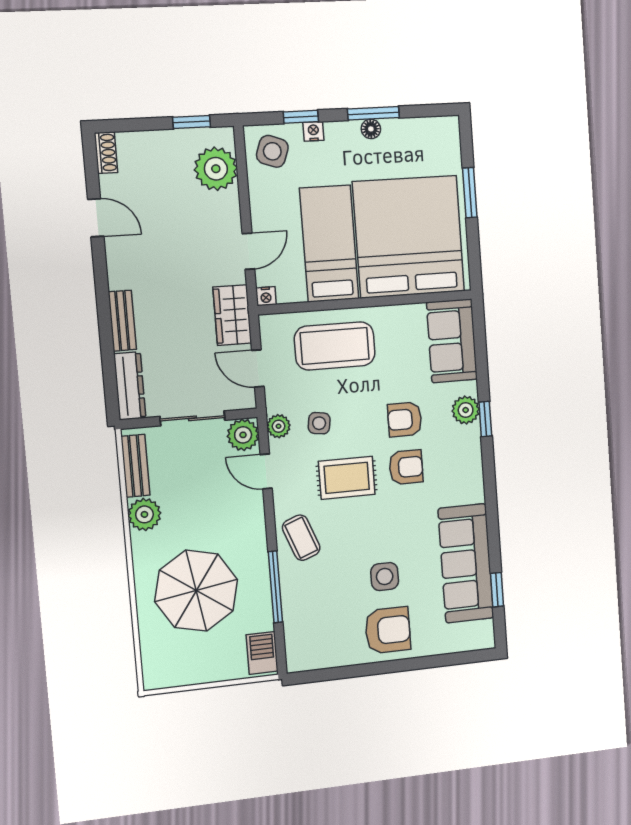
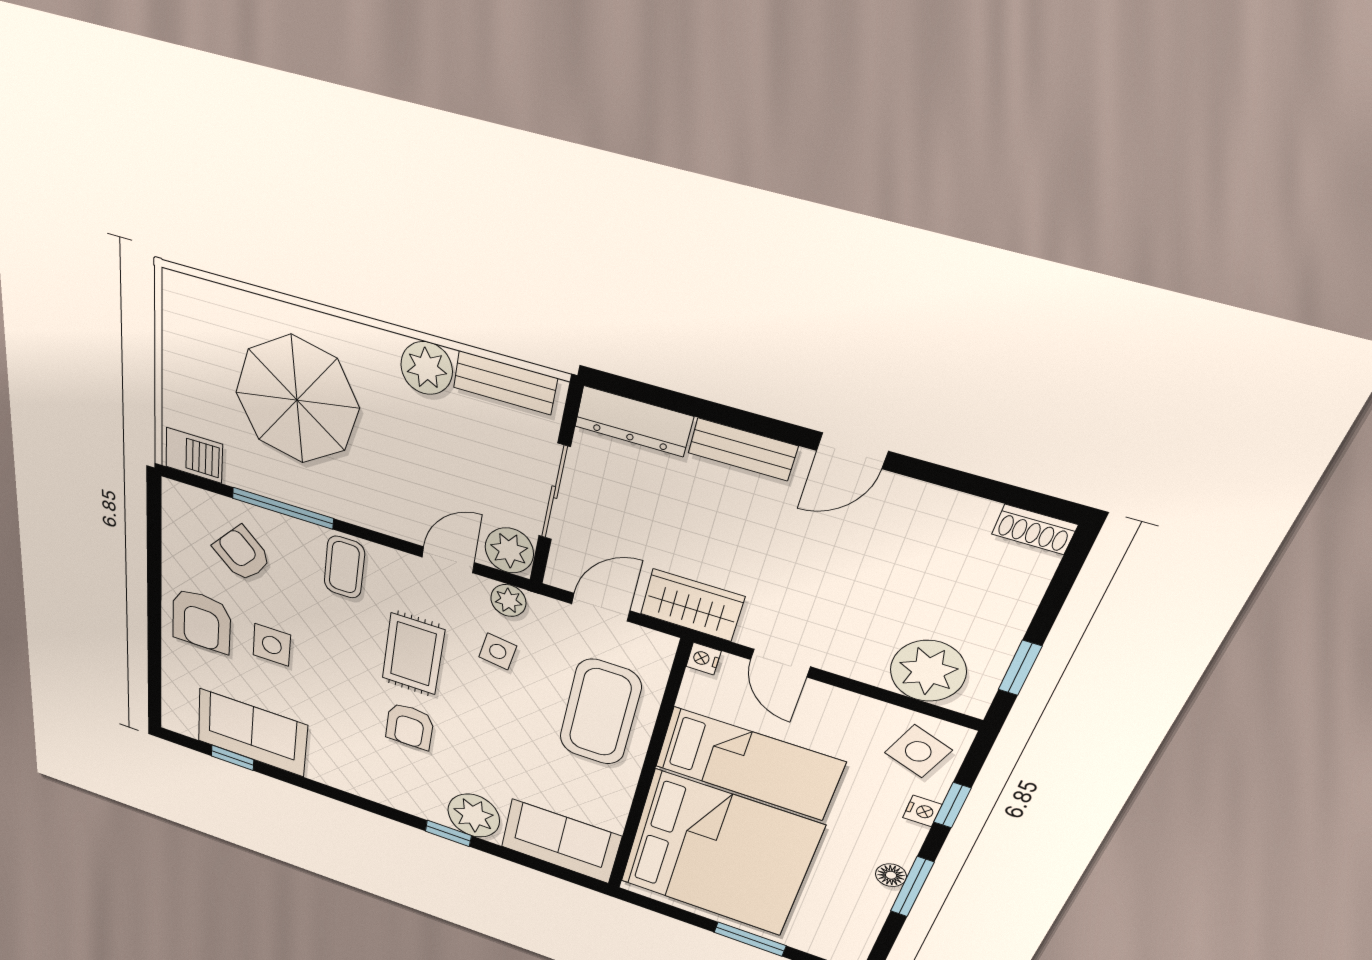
door: (96, 218) -> (852, 451), moved
plant: (466, 410) -> (474, 816), width x1.36, depth x1.36
armchair: (405, 419) -> (242, 554), moved, turned -48
coffee table: (301, 538) -> (344, 567), turned -69
sofa: (466, 563) -> (252, 733), width x0.73

